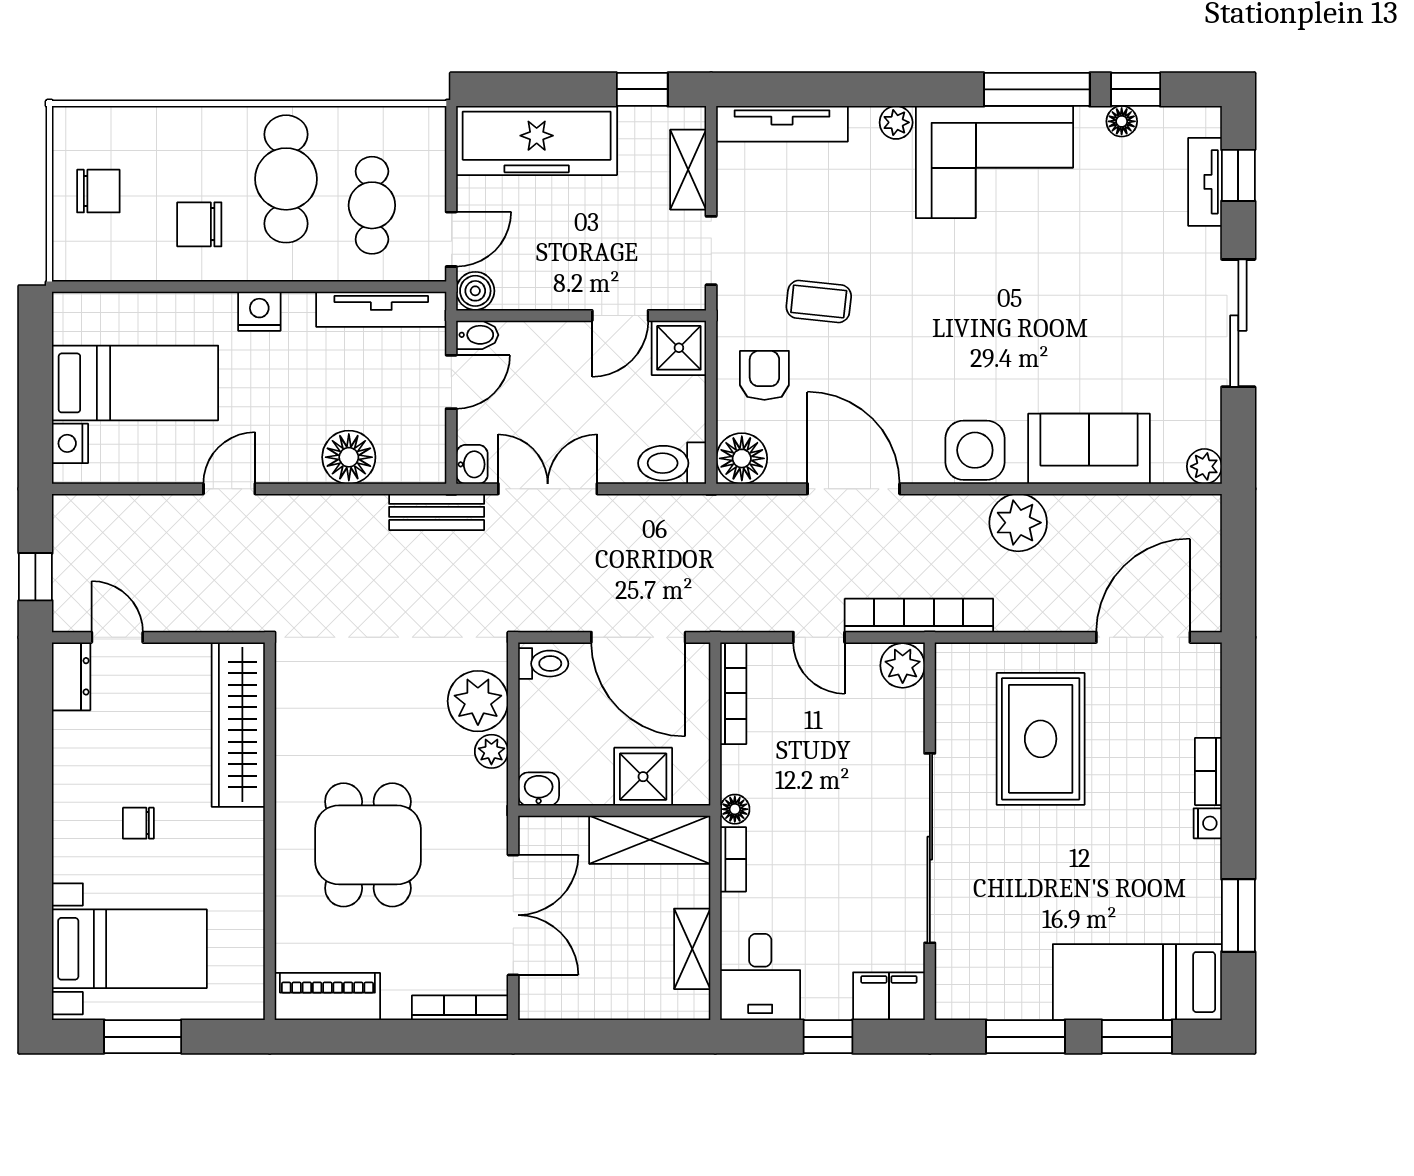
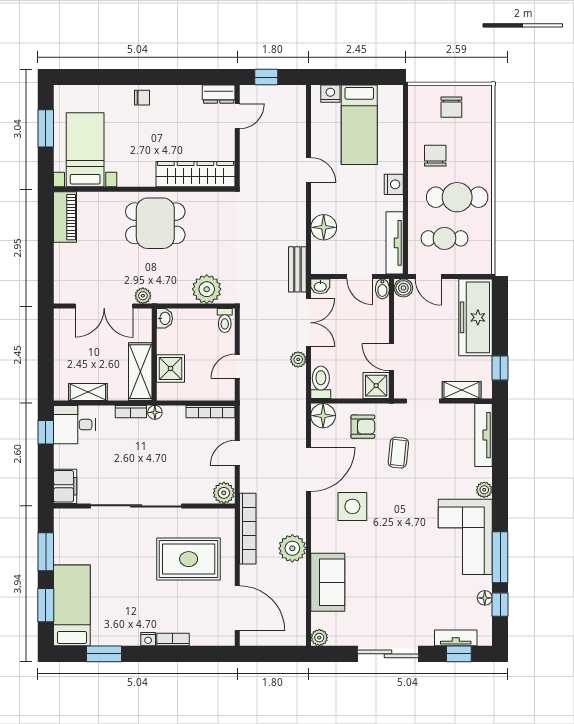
side table: (975, 450) -> (352, 506), moved
plant: (624, 510) -> (298, 359), added
bookcase: (919, 616) -> (248, 529), moved
door: (638, 637) -> (237, 366), width x0.53
plant: (491, 751) -> (143, 296), moved
chair: (138, 823) -> (142, 98), moved, turned 90
dining table: (368, 845) -> (155, 223), moved
bed with nightstands: (129, 949) -> (85, 150), moved, turned 180
bookcase: (460, 1008) -> (60, 281), removed
window: (828, 1037) -> (46, 432), moved

